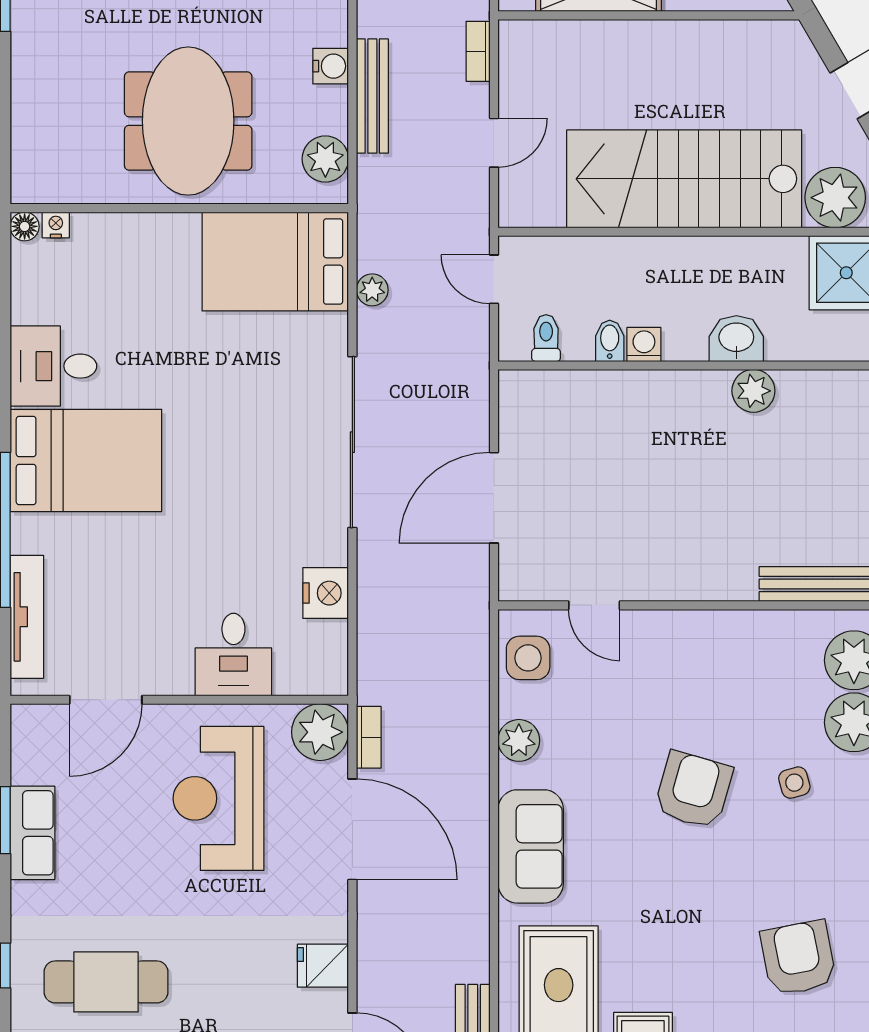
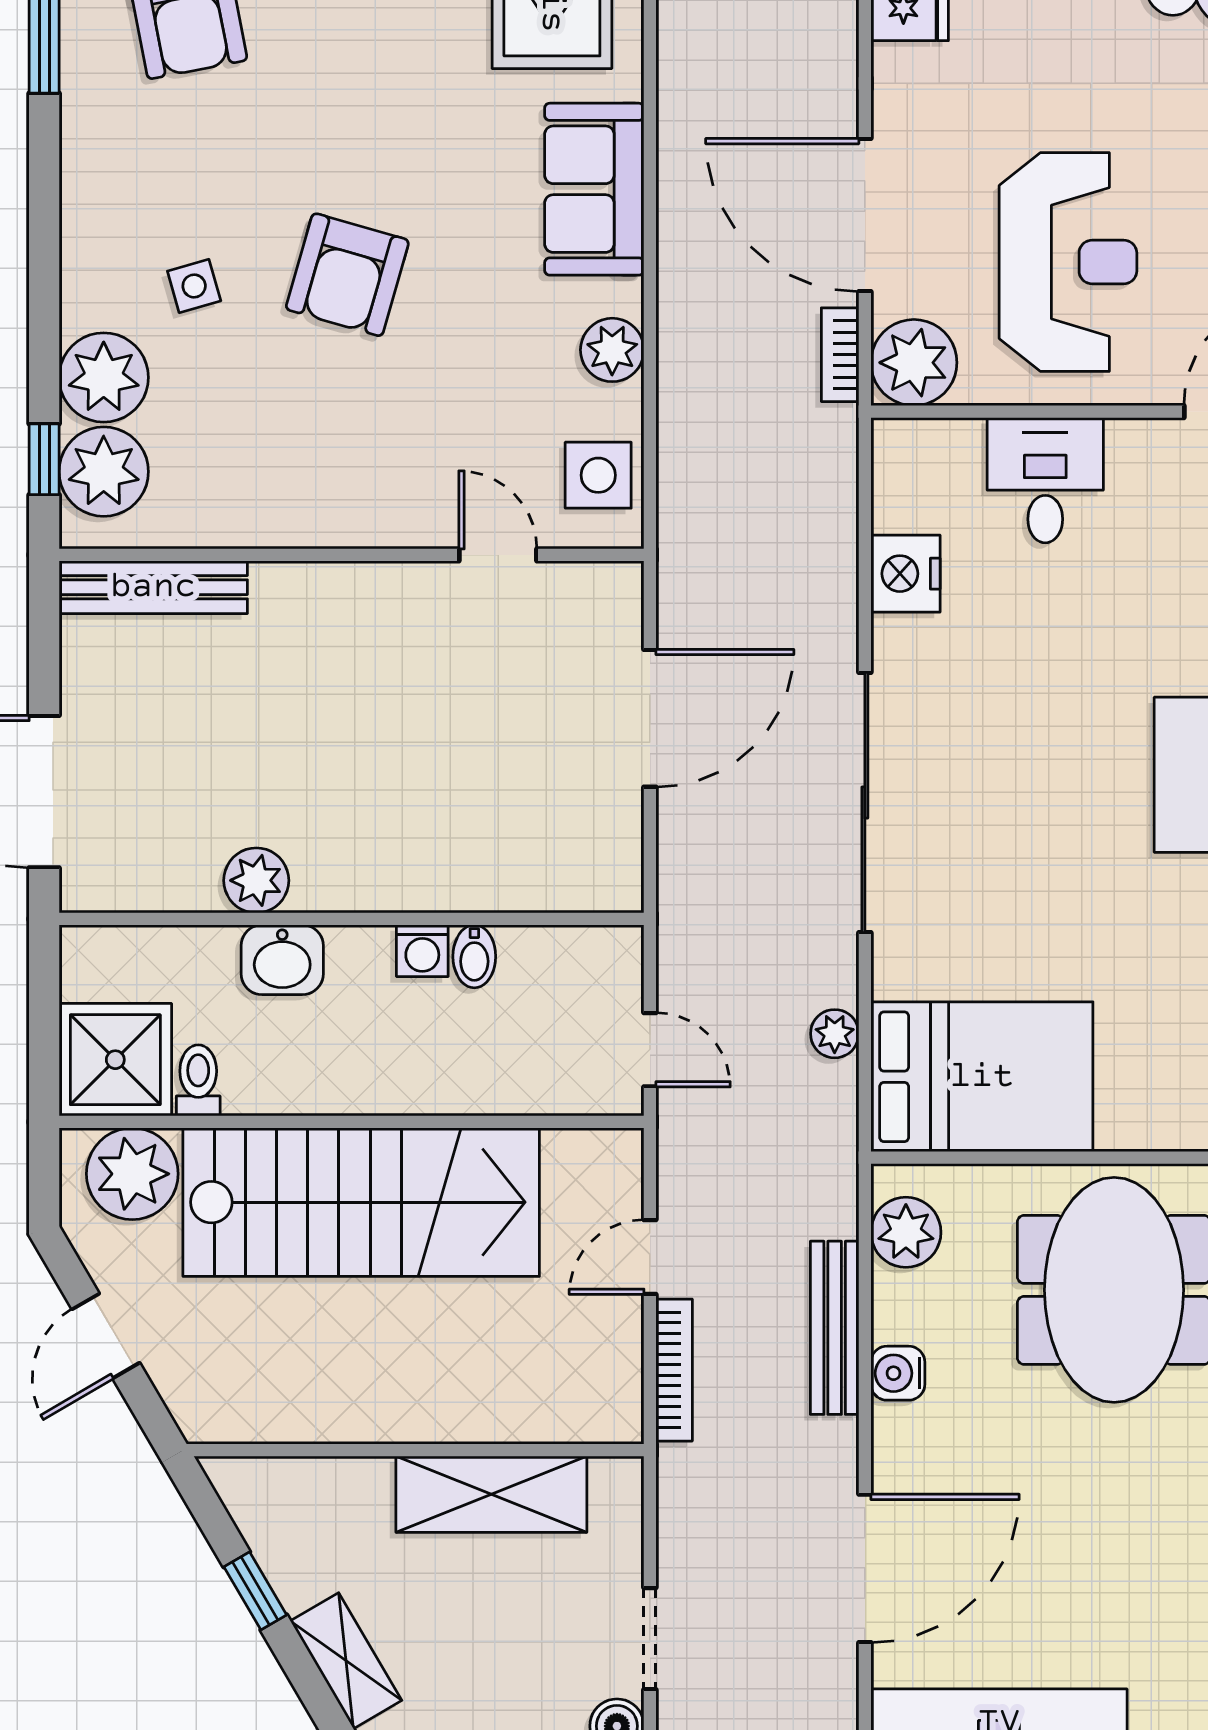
bookcase: (478, 51) -> (674, 1370), width x1.56
toilet: (546, 338) -> (198, 1080), moved, turned 180

